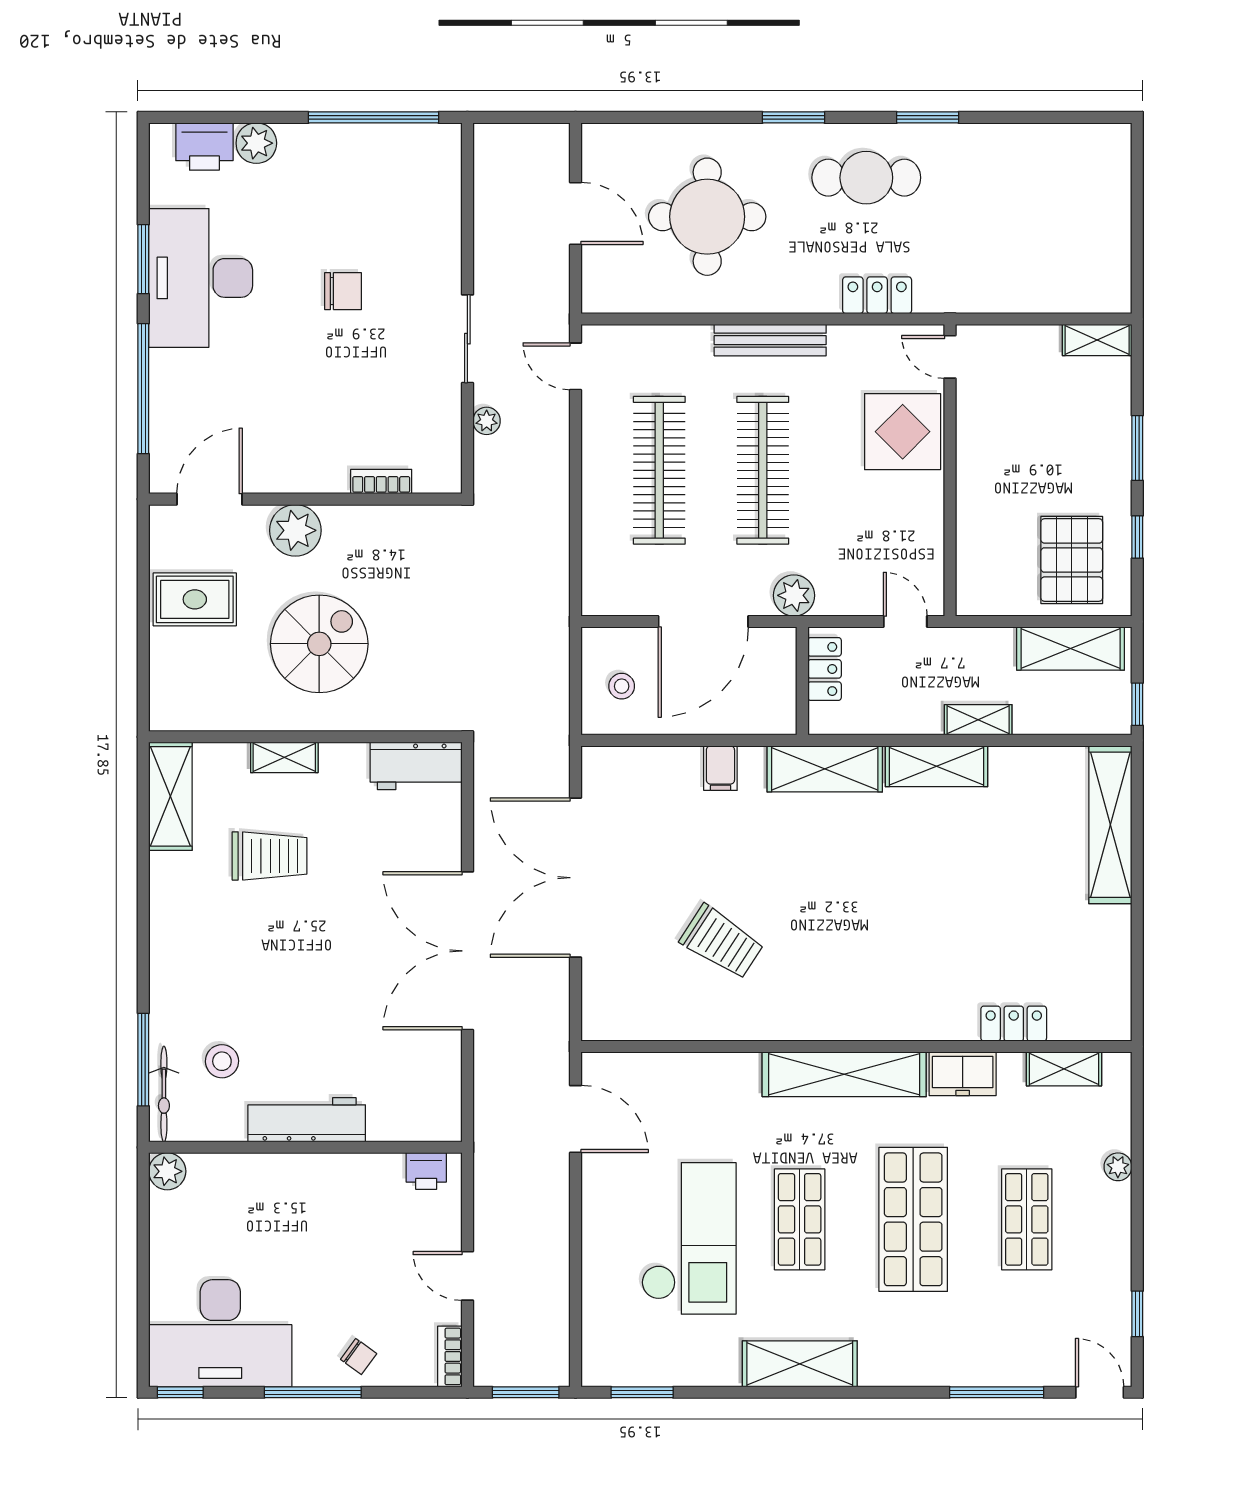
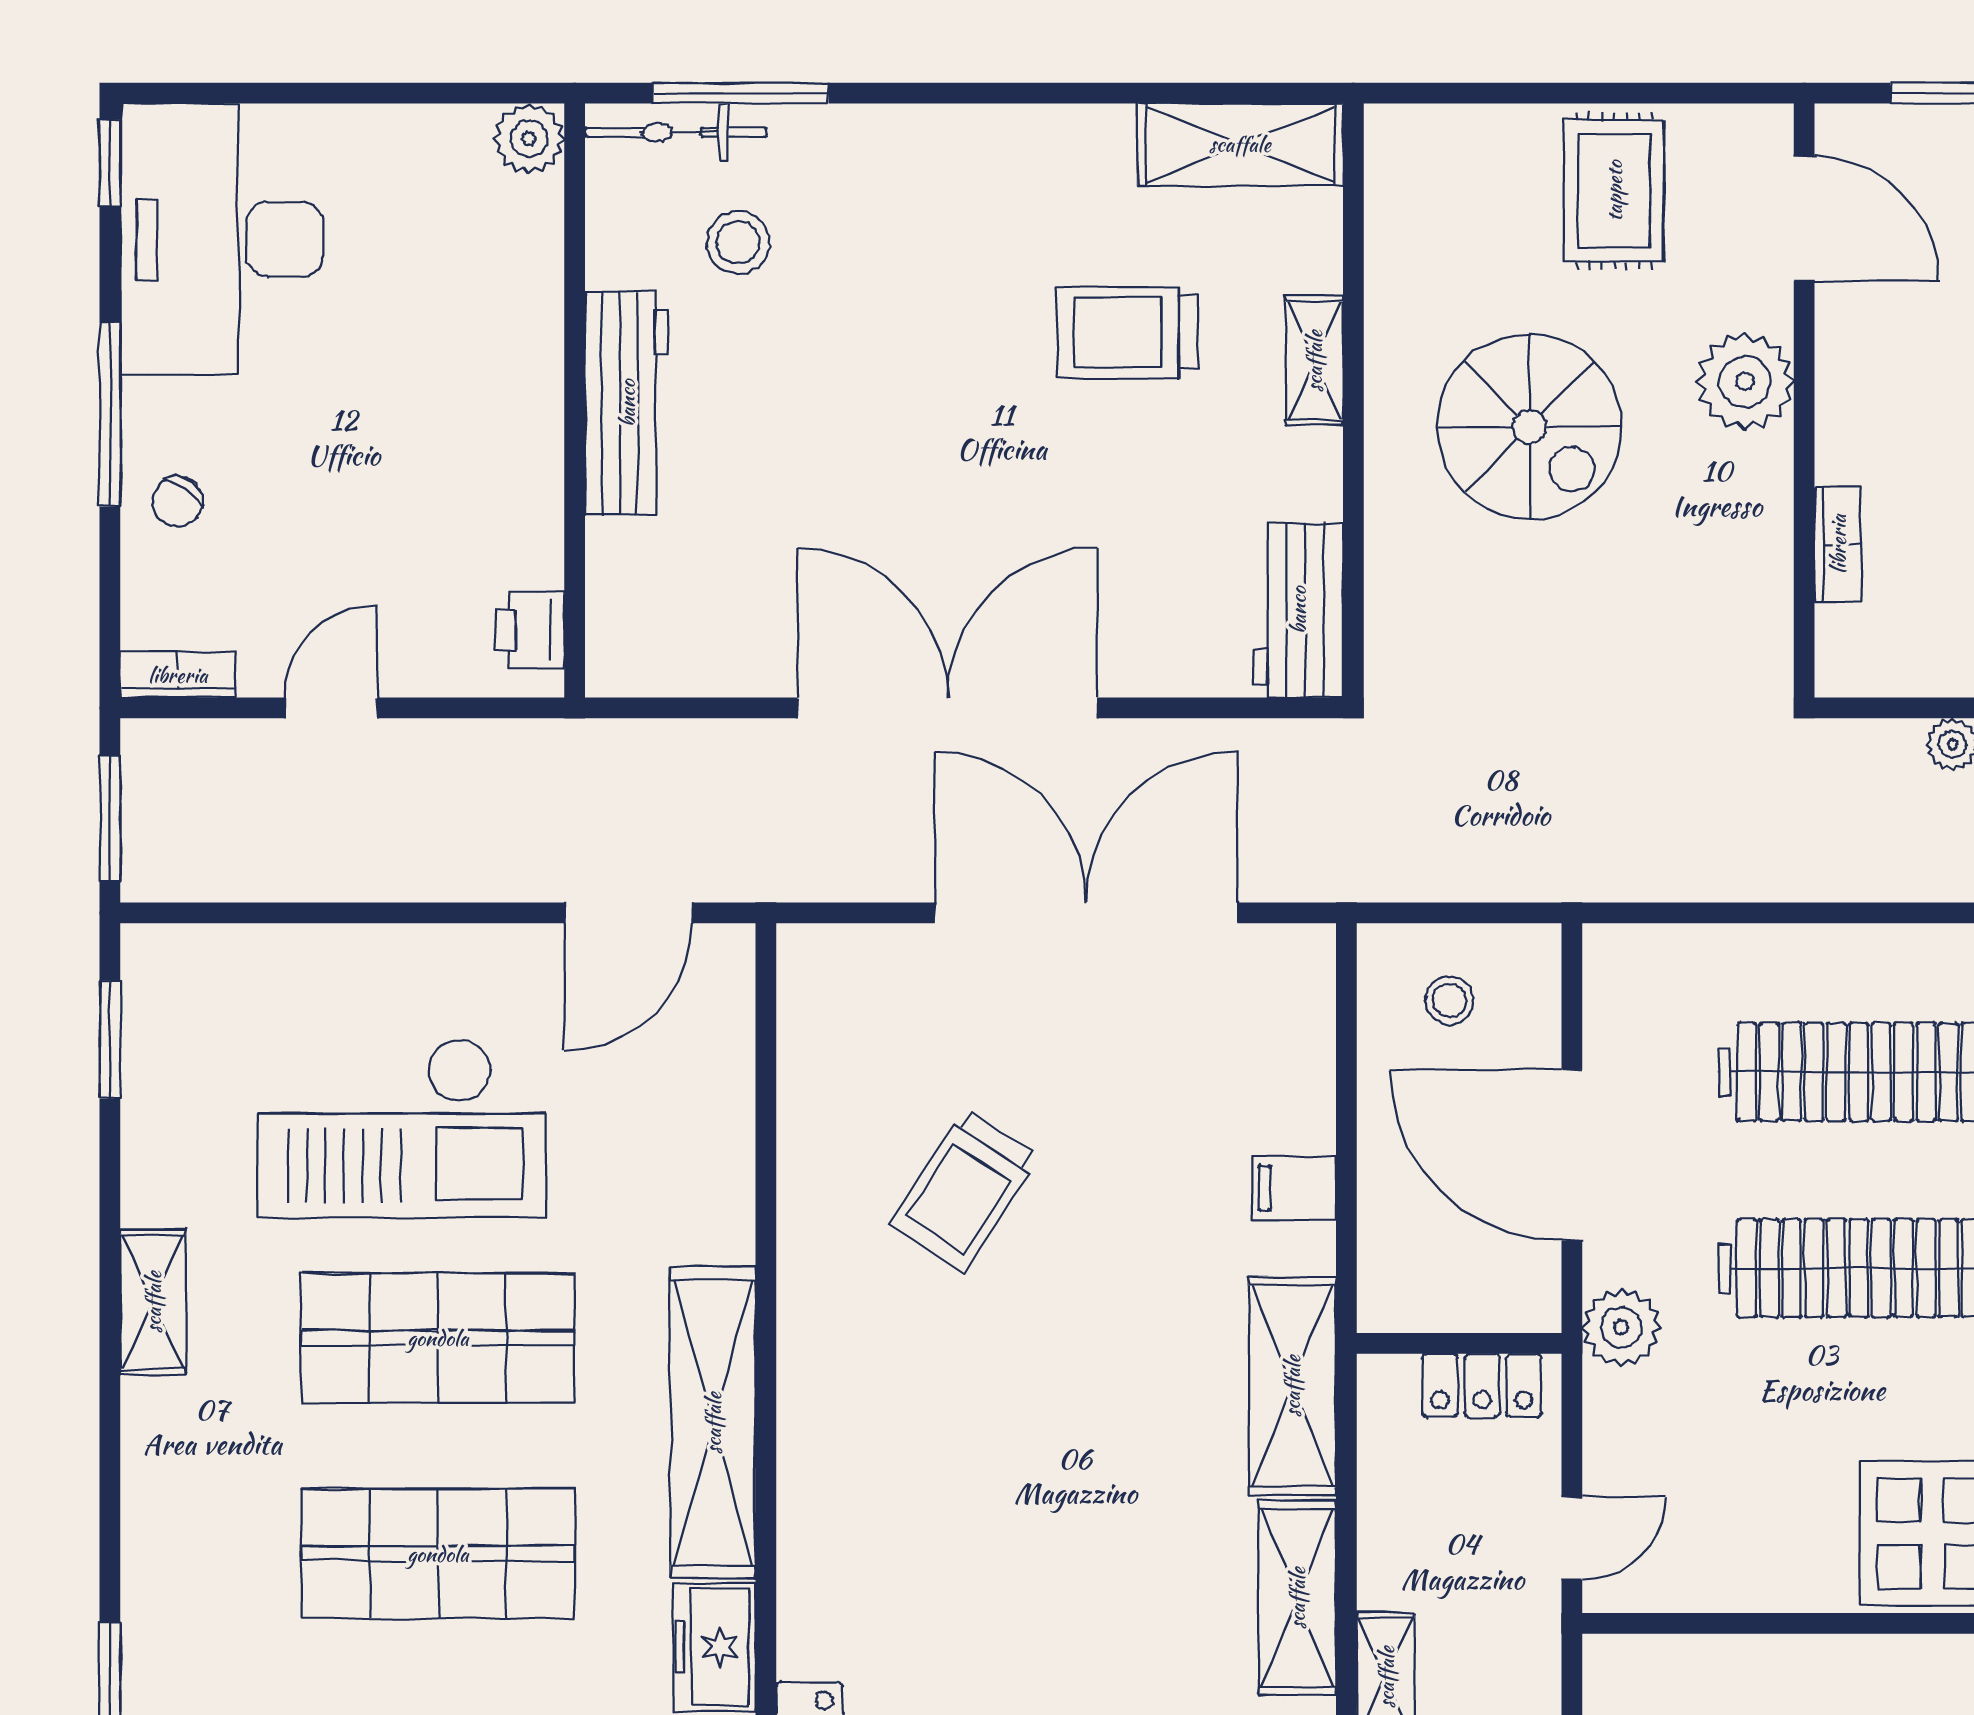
trolley: (269, 856) -> (1127, 332), turned 90
shop shelf: (800, 1219) -> (438, 1338), width x1.43, depth x1.36
shelving: (800, 1364) -> (153, 1302), width x0.67, depth x0.75

